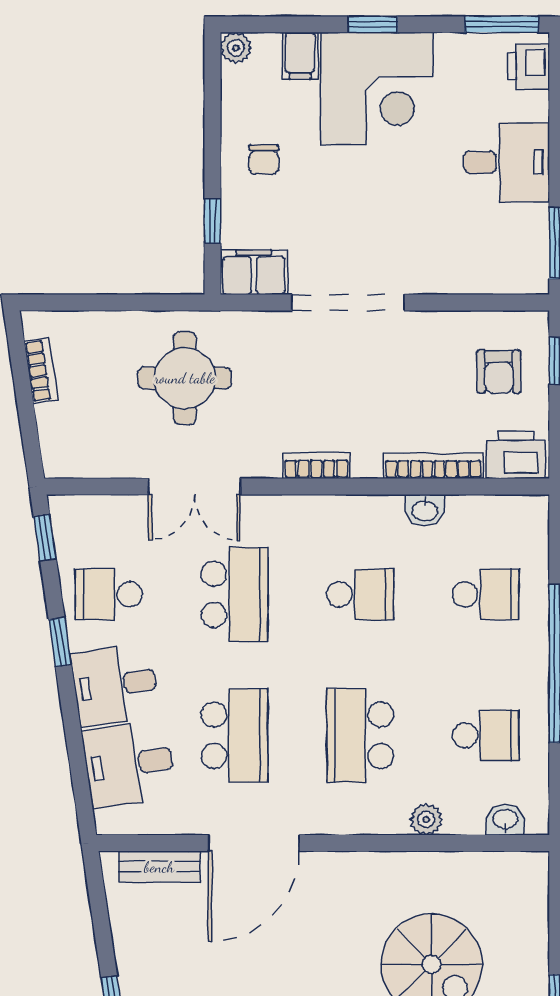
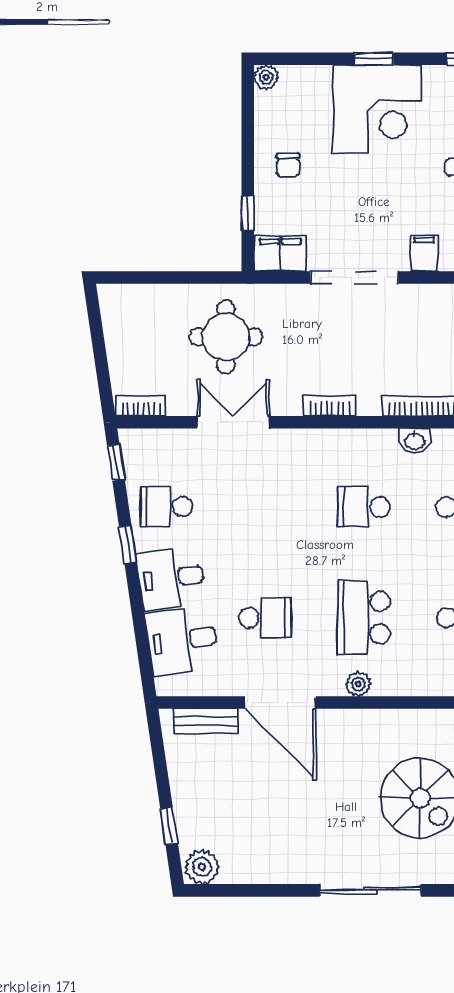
filing cabinet: (300, 56) -> (424, 253), moved, turned 180
bookcase: (41, 371) -> (141, 406), moved, turned -82
double door: (194, 487) -> (233, 422), swing flipped
school desk: (234, 594) -> (265, 507), removed
school desk: (360, 594) -> (364, 507), turned 180
school desk: (234, 735) -> (265, 618), width x0.54
plant: (426, 819) -> (358, 684), moved
door: (254, 843) -> (280, 702), hinge flipped

